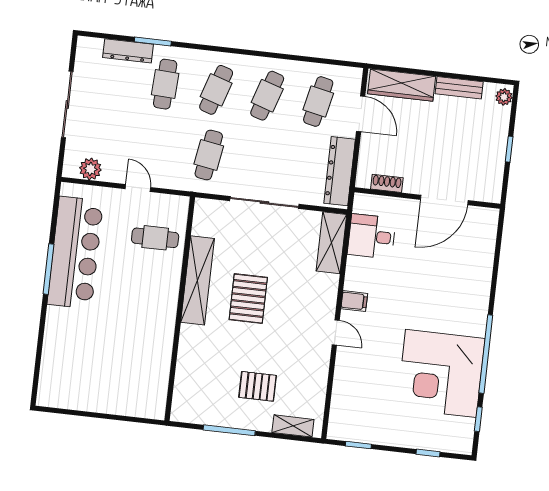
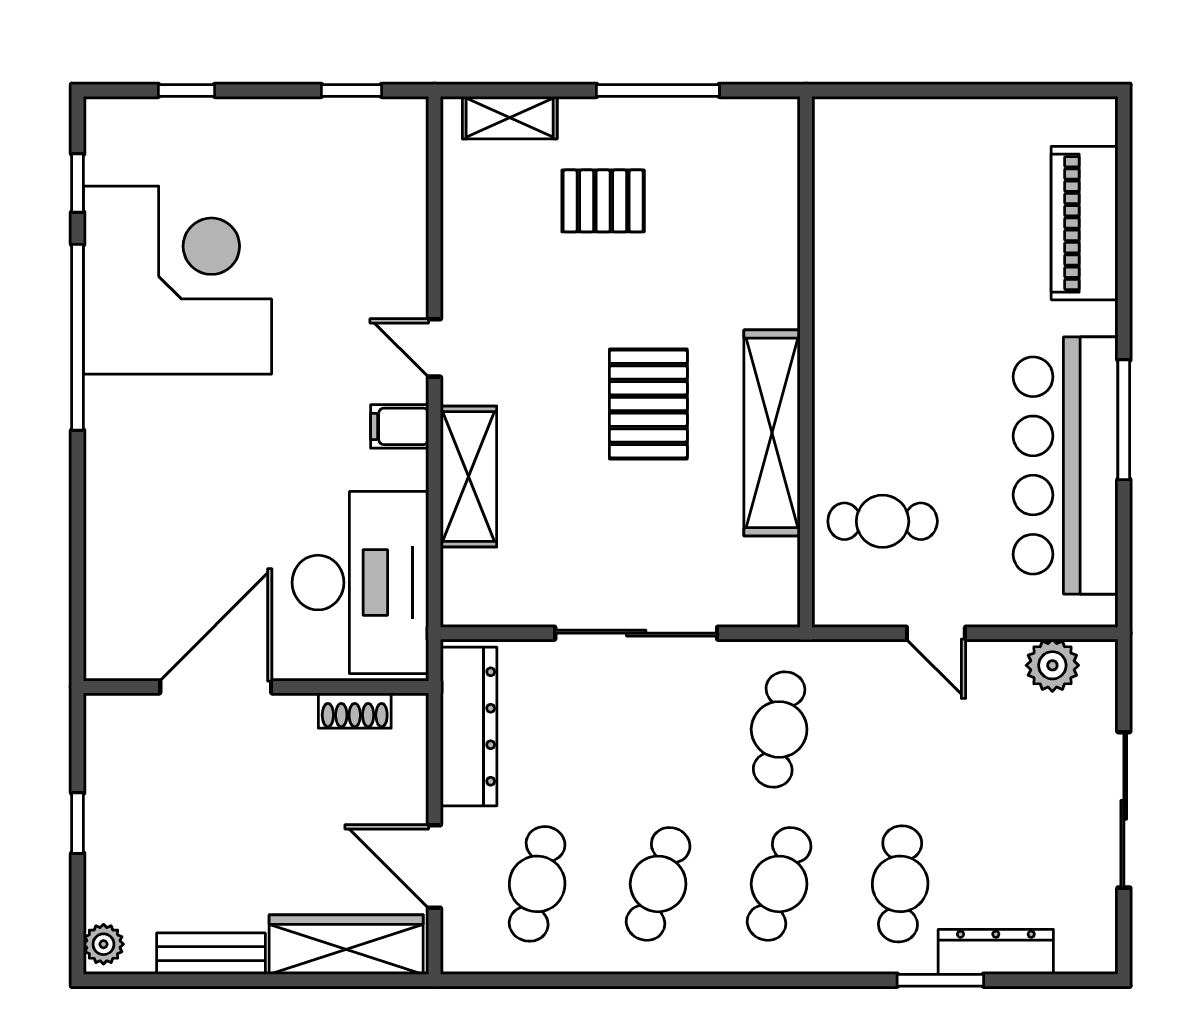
desk: (372, 236) -> (360, 583), width x1.87, depth x1.30
shelving: (331, 243) -> (468, 476), moved
piano: (56, 354) -> (1085, 223), added

